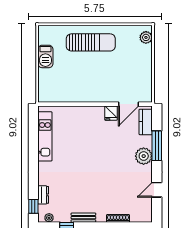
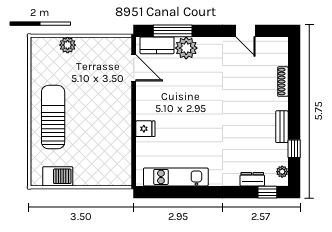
plant: (146, 37) -> (68, 45), moved
barbecue: (45, 56) -> (58, 176), moved
fridge: (111, 113) -> (145, 129), moved
window: (157, 146) -> (173, 31), moved
plant: (144, 156) -> (186, 48), moved

